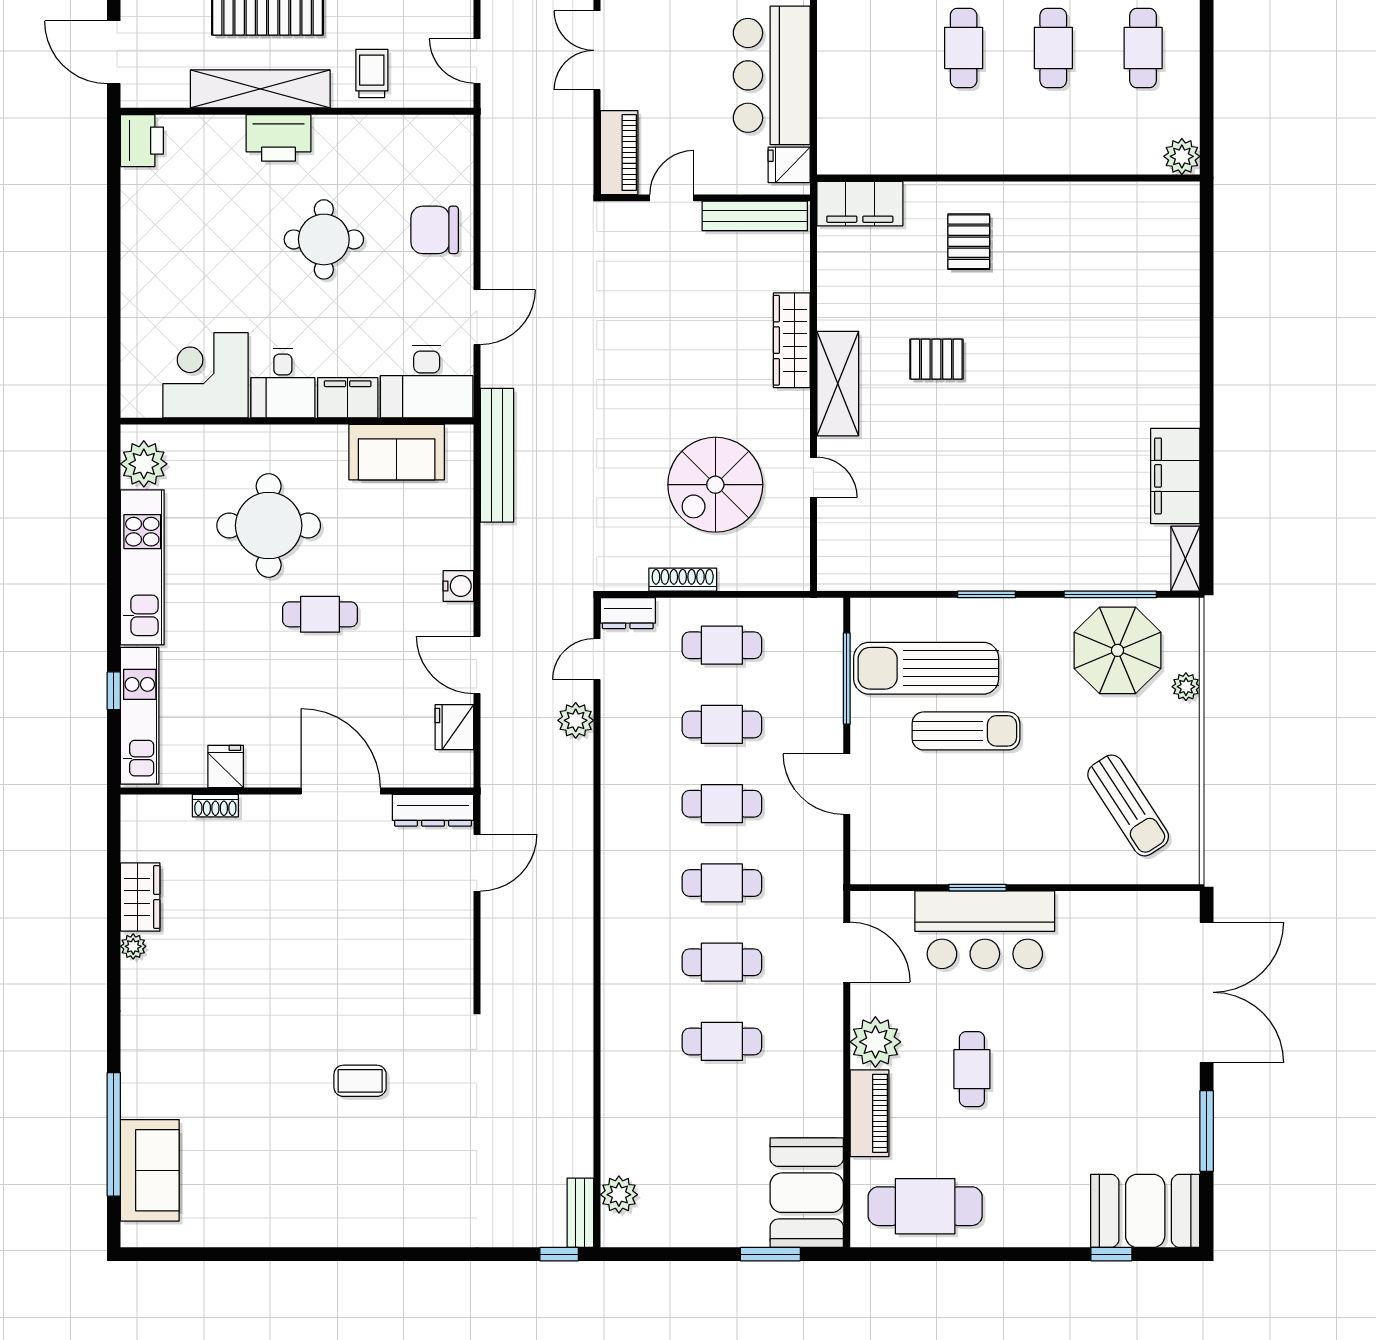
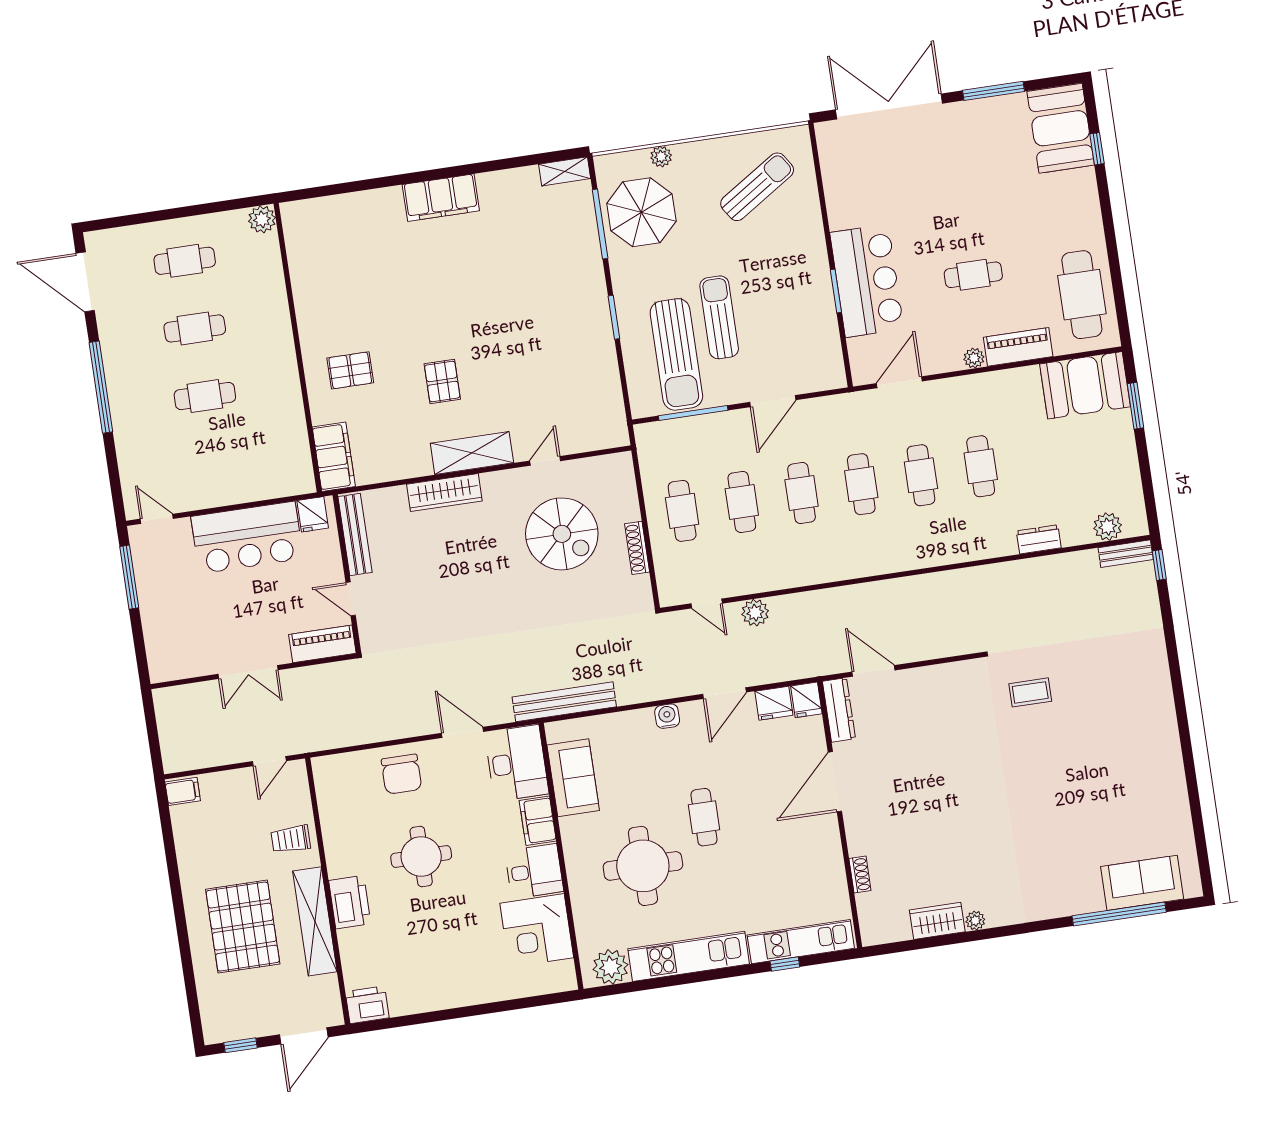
filing cabinet: (1175, 476) -> (441, 198), moved
dresser: (628, 613) -> (1039, 539), moved, turned -90
fridge: (226, 767) -> (806, 700), moved, turned -90
plant: (875, 1042) -> (974, 358), width x0.53, depth x0.53
coffee table: (360, 1081) -> (1030, 692), moved, turned 90

